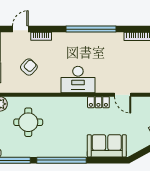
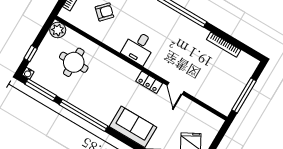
desk: (78, 79) -> (139, 48), width x0.73

